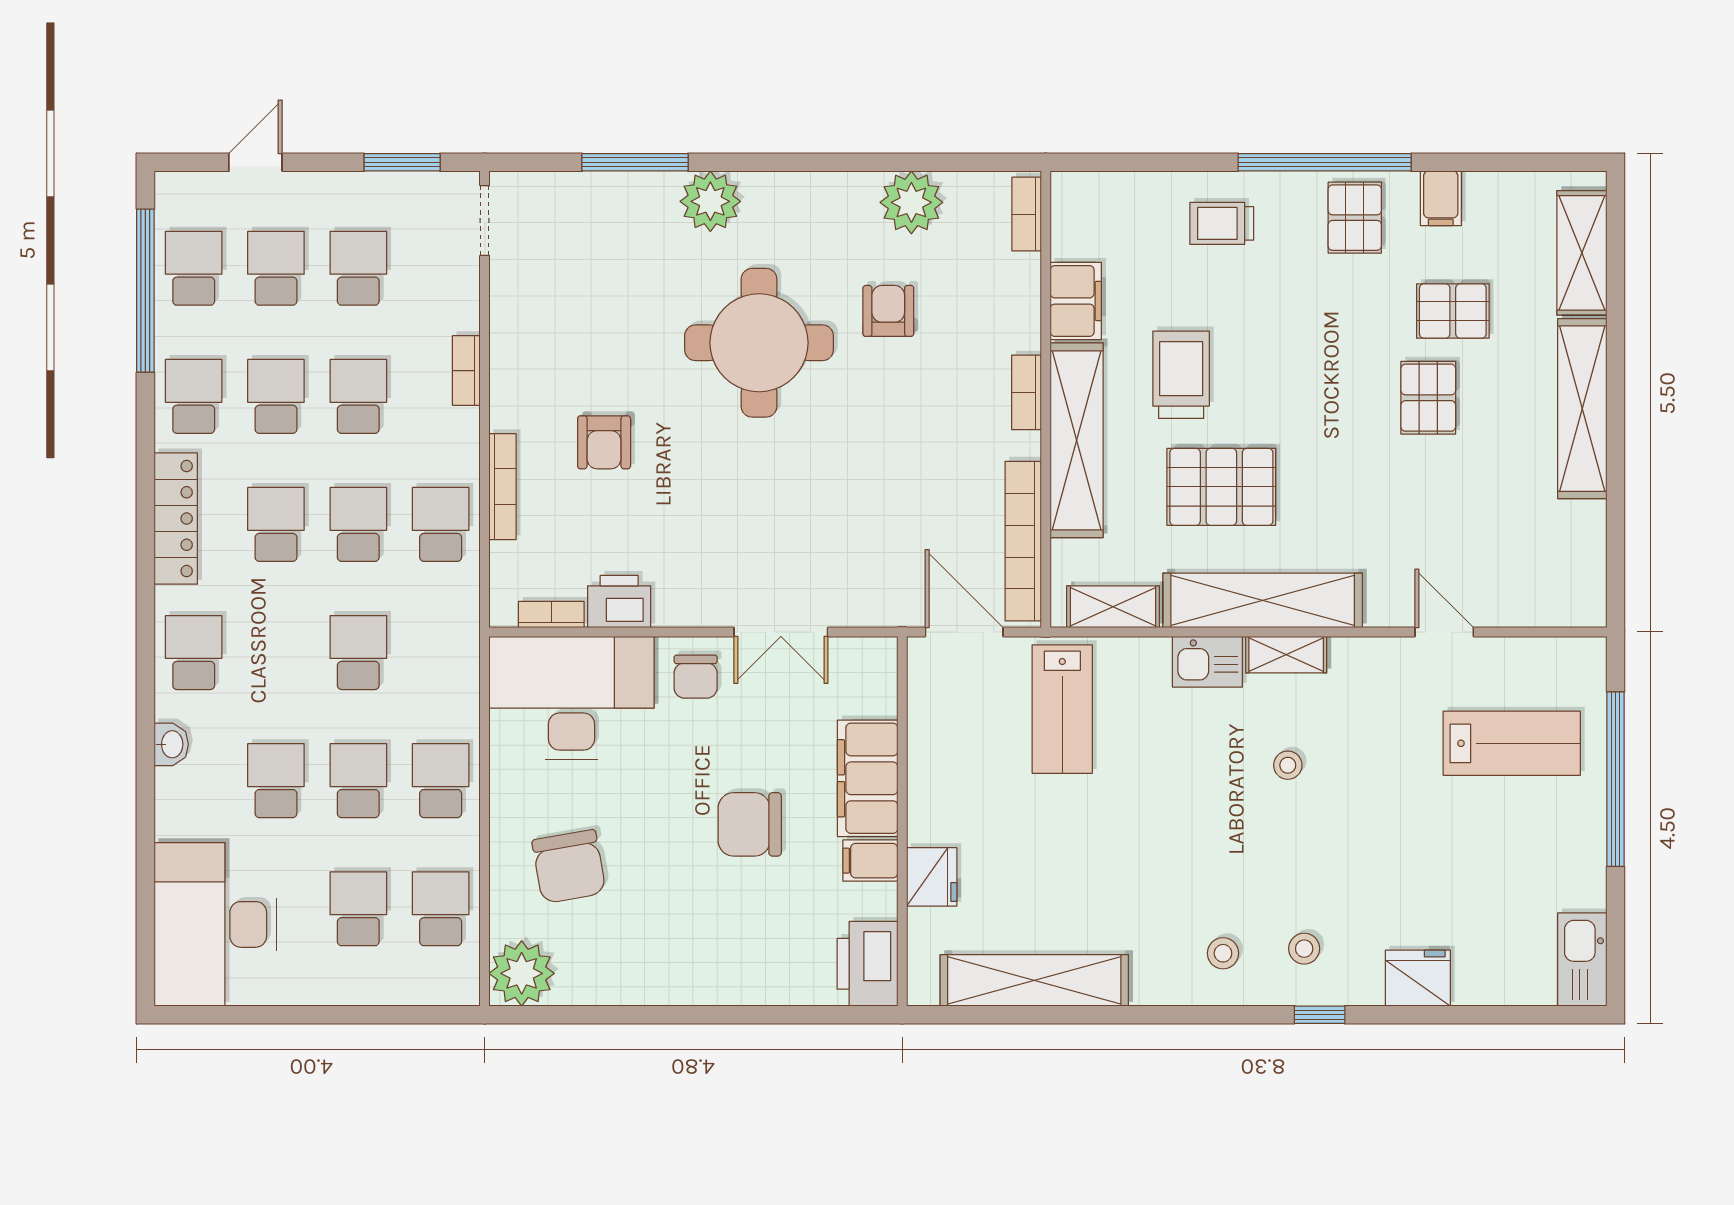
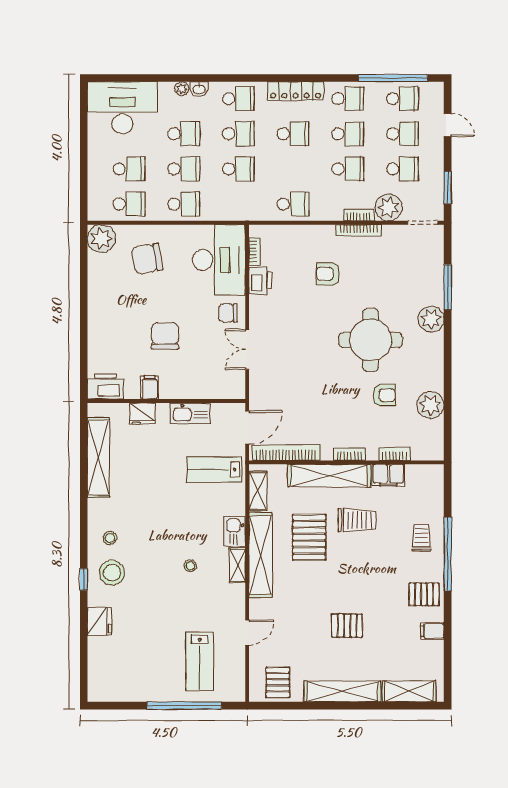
window: (1325, 162) -> (448, 554), moved
bookcase: (1027, 214) -> (395, 454), moved
plant: (449, 301) -> (389, 207), added
pallet: (1453, 311) -> (278, 682), moved
bookcase: (502, 487) -> (358, 230), moved
school desk: (358, 524) -> (238, 134), moved
filing cabinet: (868, 778) -> (185, 386), removed
plant: (170, 785) -> (182, 89), added
stool: (1304, 949) -> (112, 573), width x1.89, depth x1.89
kitchen sink: (1582, 959) -> (190, 413), moved, turned 180

